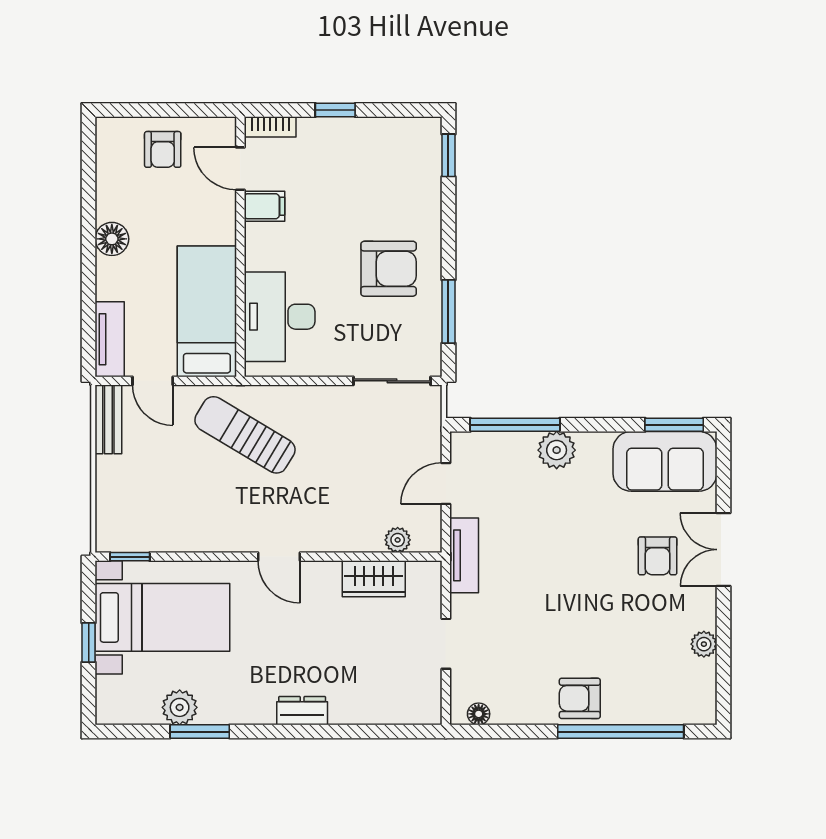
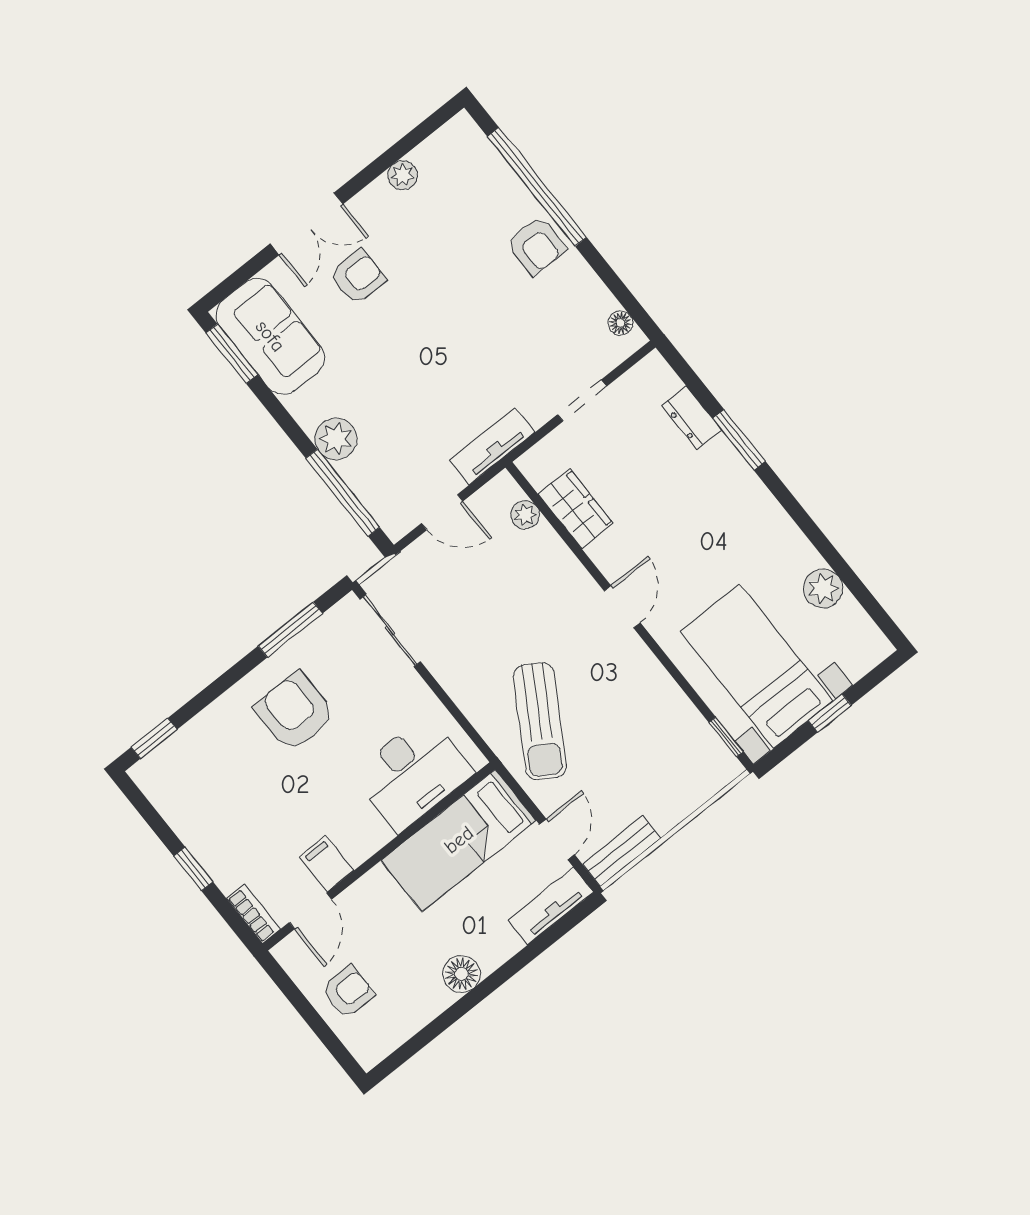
dresser: (302, 711) -> (691, 418), moved
window: (200, 732) -> (739, 440), moved

